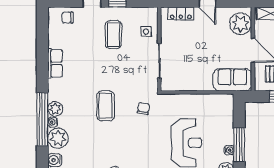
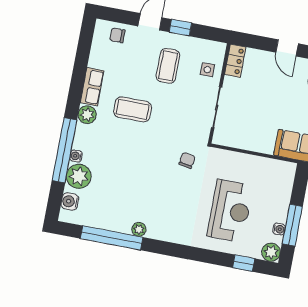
locker: (181, 14) -> (235, 61), moved, turned -90
coffee table: (106, 106) -> (133, 109), moved, turned 90
plant: (55, 109) -> (87, 115), moved

